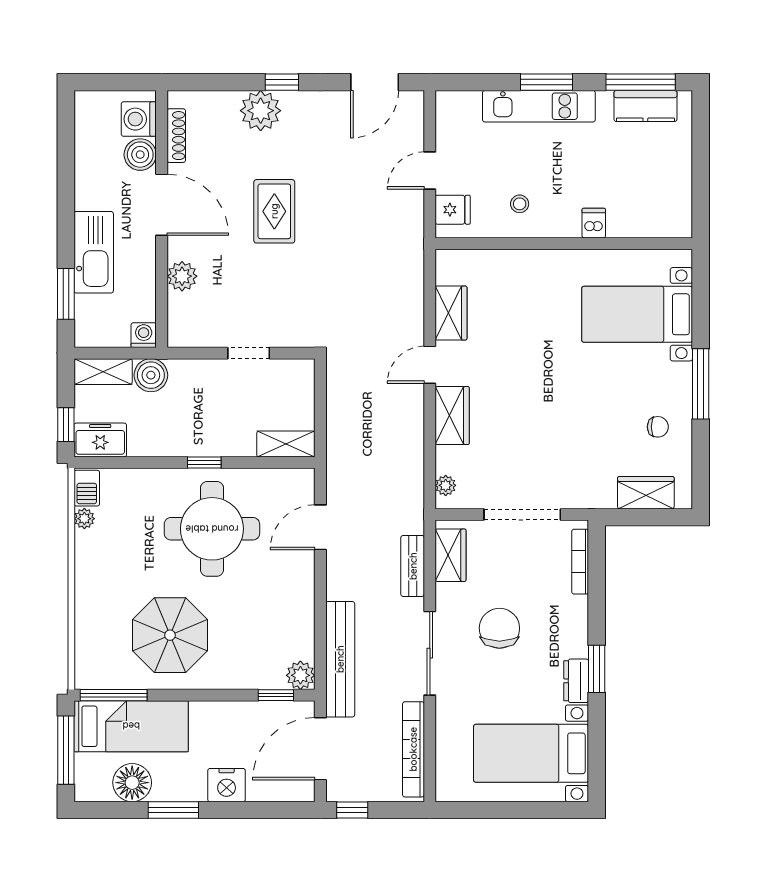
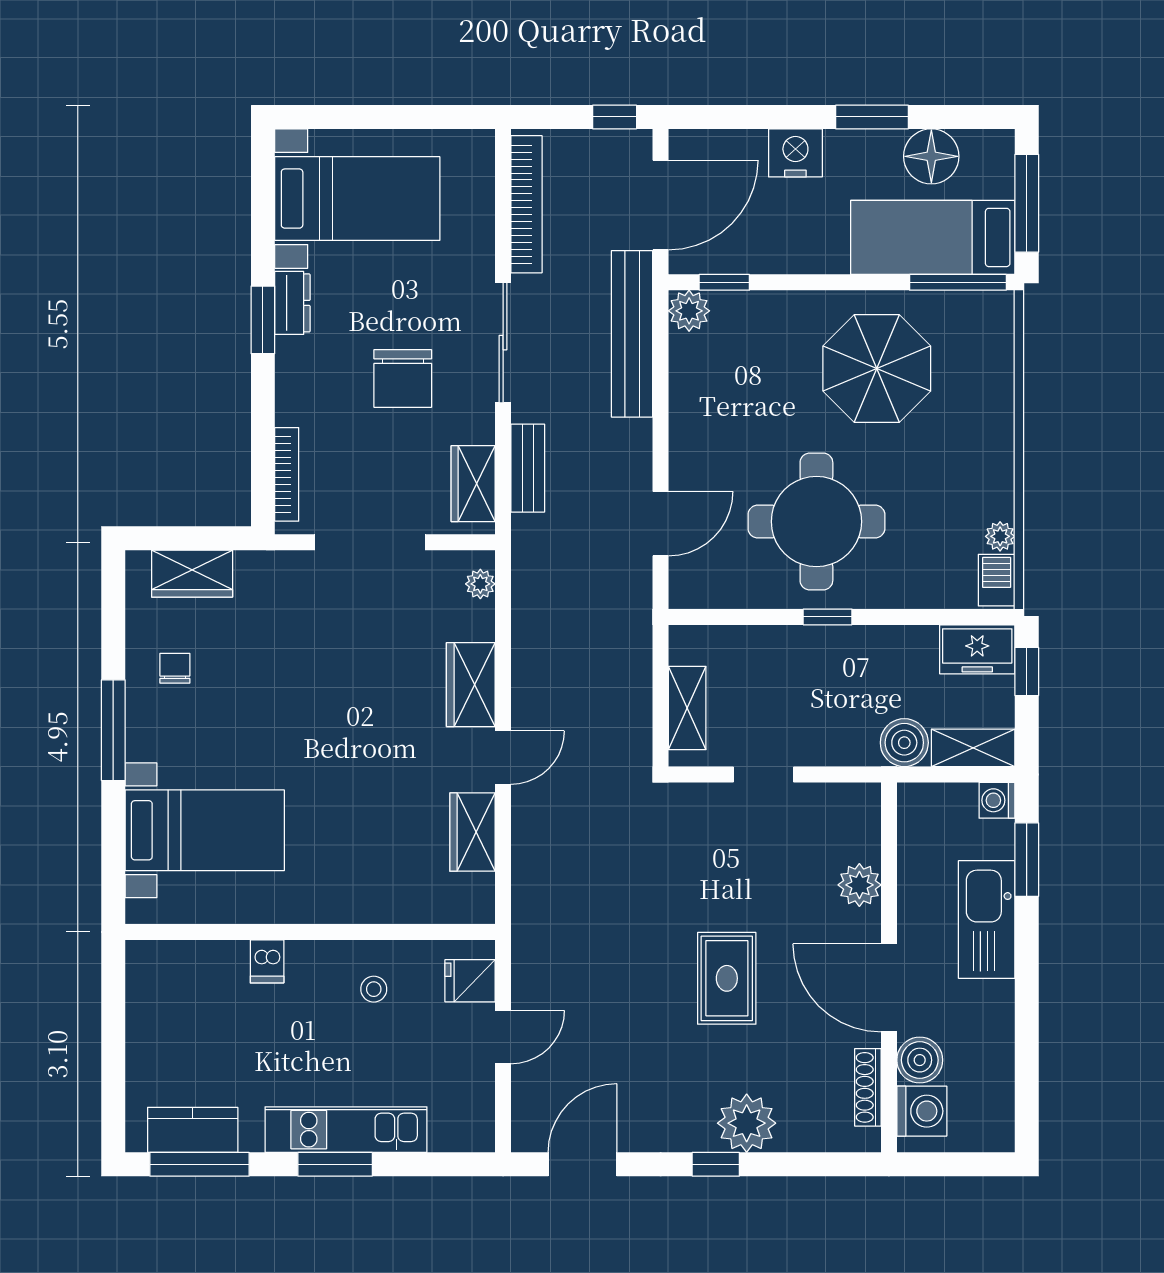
washing machine: (144, 335) -> (997, 800), moved, turned 90
chair: (658, 427) -> (175, 668), turned 90
shelving: (286, 444) -> (687, 708), moved, turned 90

